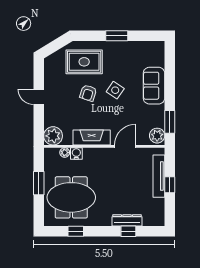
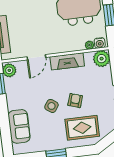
sofa: (154, 86) -> (19, 126), moved
water cooler: (76, 153) -> (100, 43), moved

